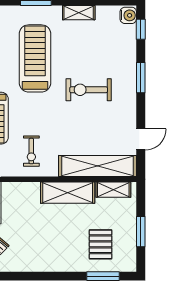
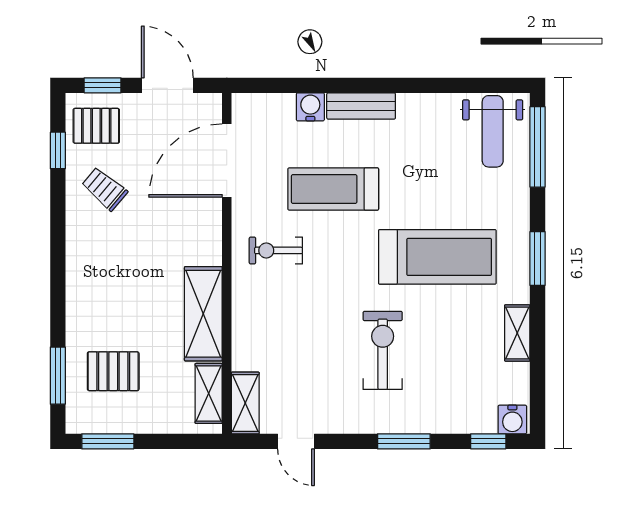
shelving: (98, 166) -> (245, 403), width x0.45, depth x0.75
window: (141, 232) -> (108, 441), moved

